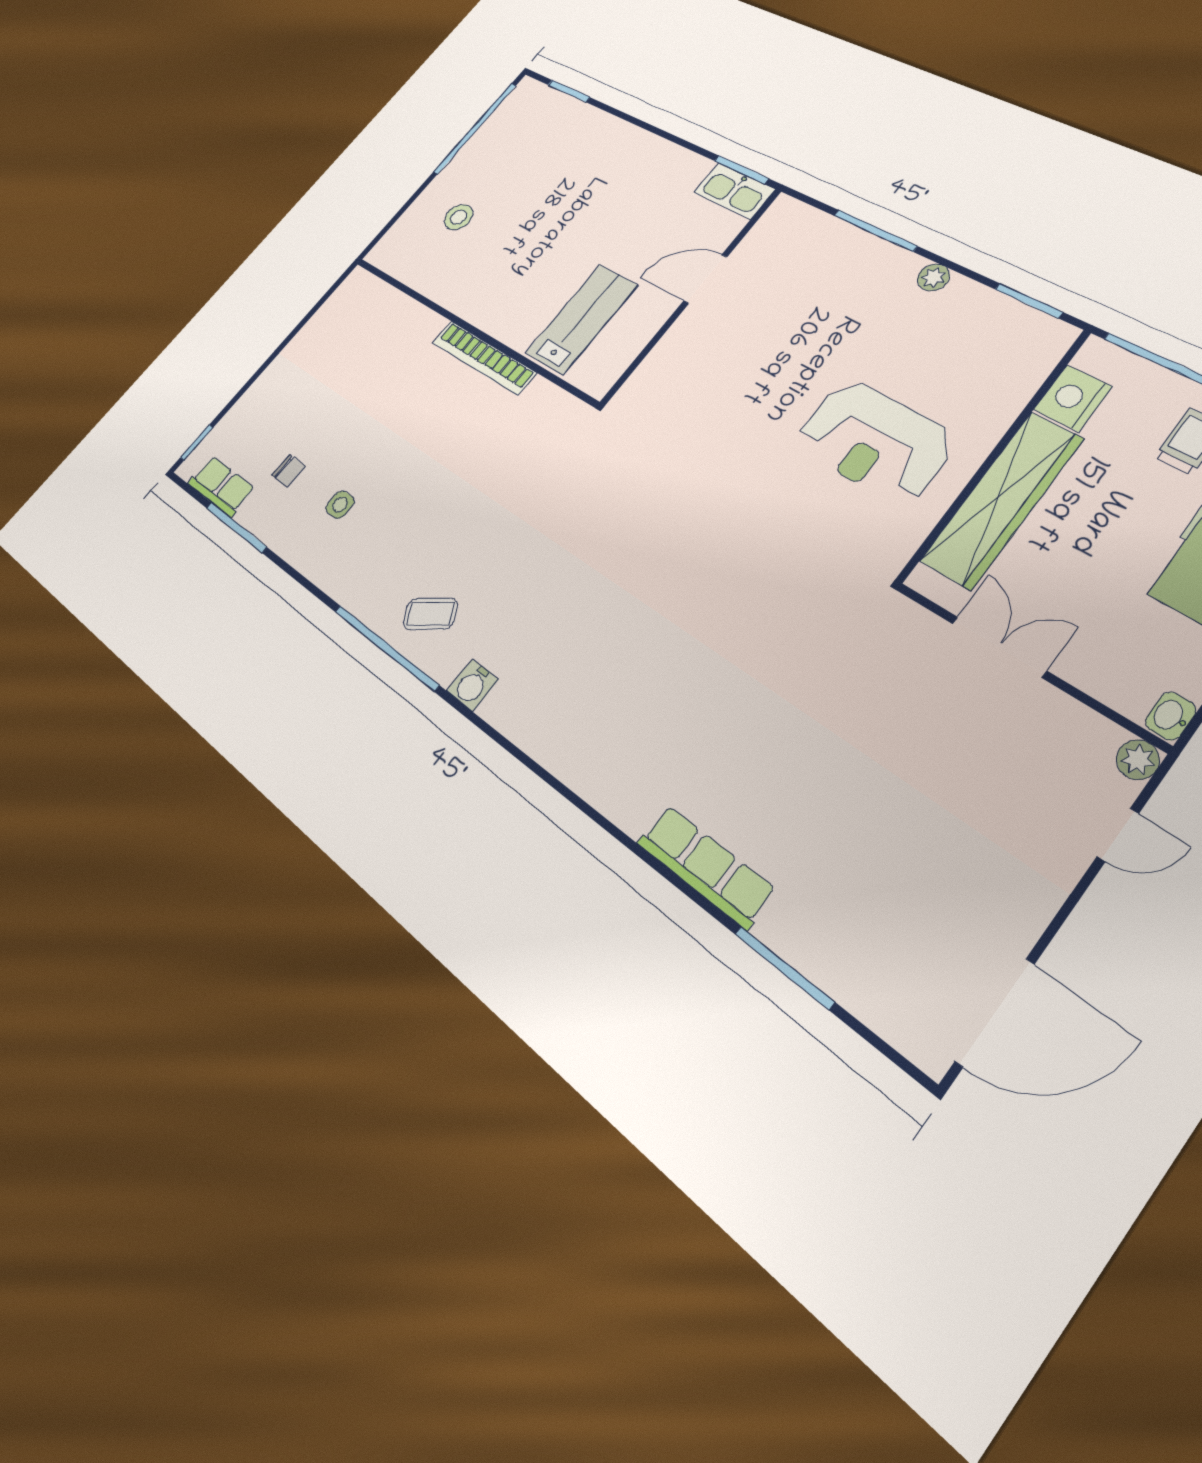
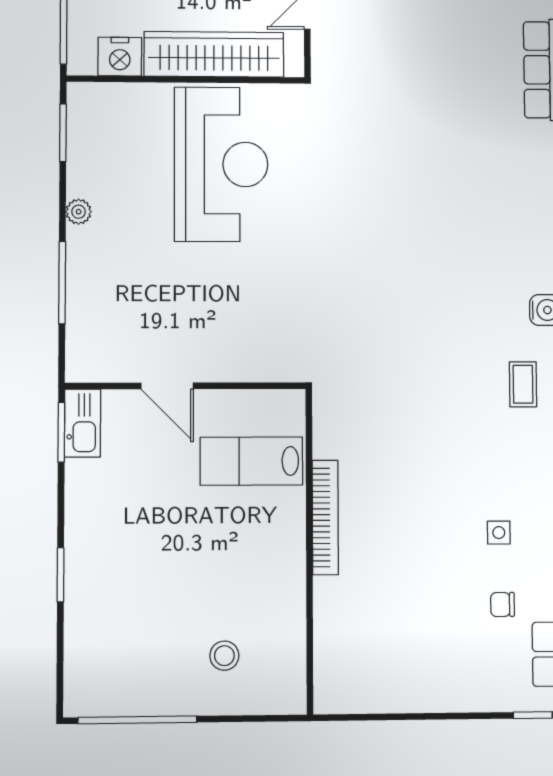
window: (569, 91) -> (60, 575), moved
reception desk: (875, 441) -> (221, 164), width x1.36, depth x1.30
chair: (289, 471) -> (503, 605), turned -90
coffee table: (430, 614) -> (523, 384), turned 32

